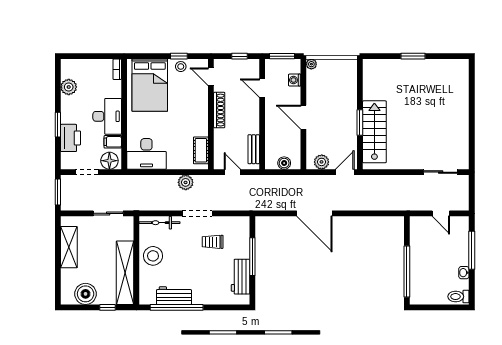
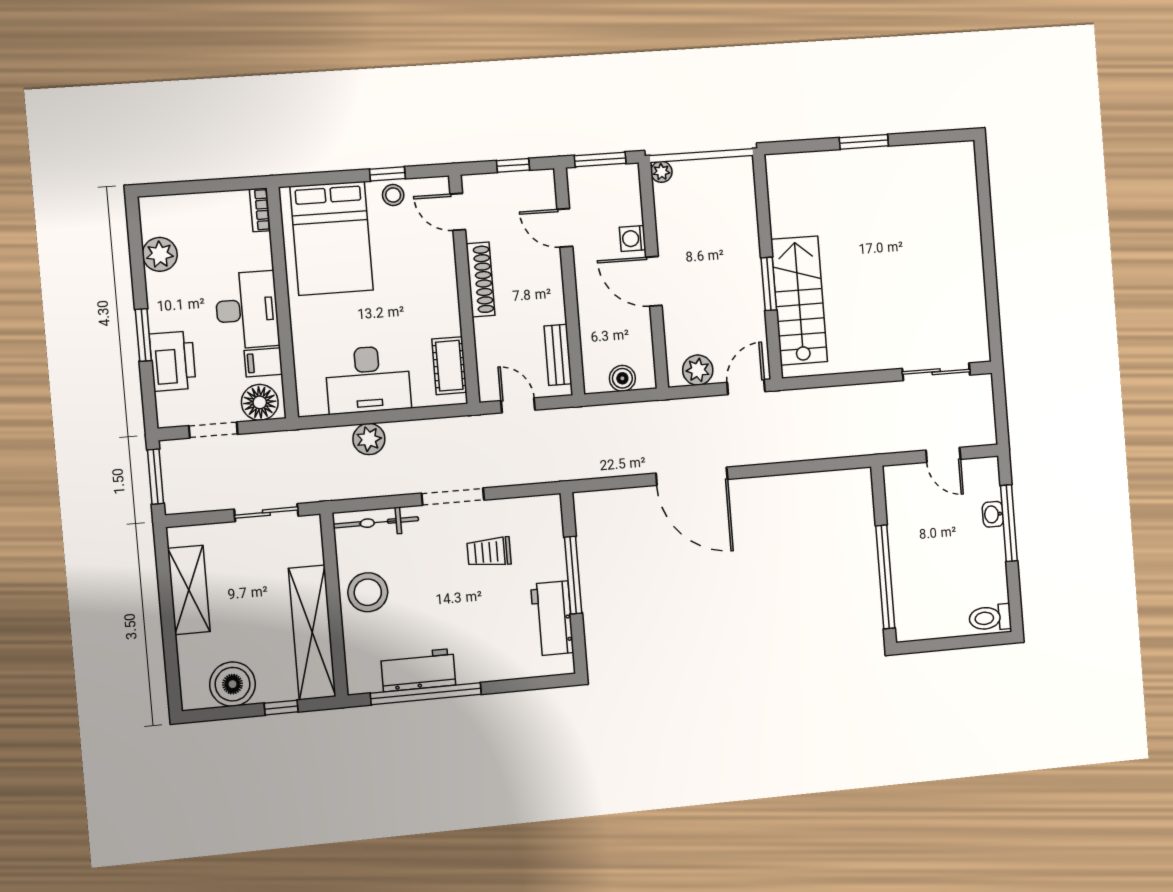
washing machine: (295, 80) -> (633, 238), moved
desk: (146, 154) -> (368, 379), moved
plant: (186, 182) -> (369, 439), moved
washbasin: (464, 273) -> (993, 514), moved

